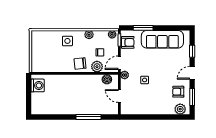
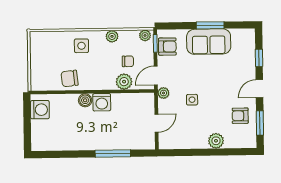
window: (143, 28) -> (210, 25), moved
sofa: (162, 39) -> (209, 42), width x0.73
chair: (80, 64) -> (70, 78), moved
boiler: (107, 79) -> (85, 100), moved
washing machine: (81, 81) -> (102, 102), added
door: (119, 96) -> (156, 123), swing flipped
plant: (180, 109) -> (216, 141), moved

